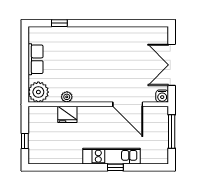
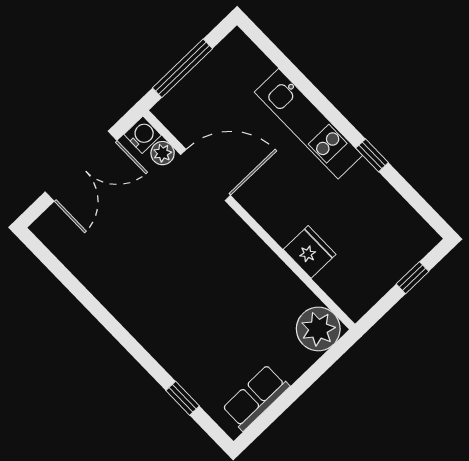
row of seats: (36, 59) -> (256, 398), moved
plant: (67, 97) -> (163, 153), moved
door: (128, 104) -> (206, 175), hinge flipped
window: (115, 167) -> (372, 155), moved

